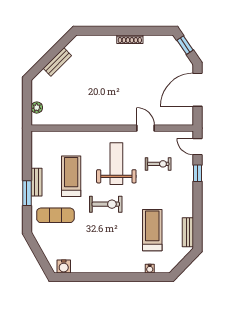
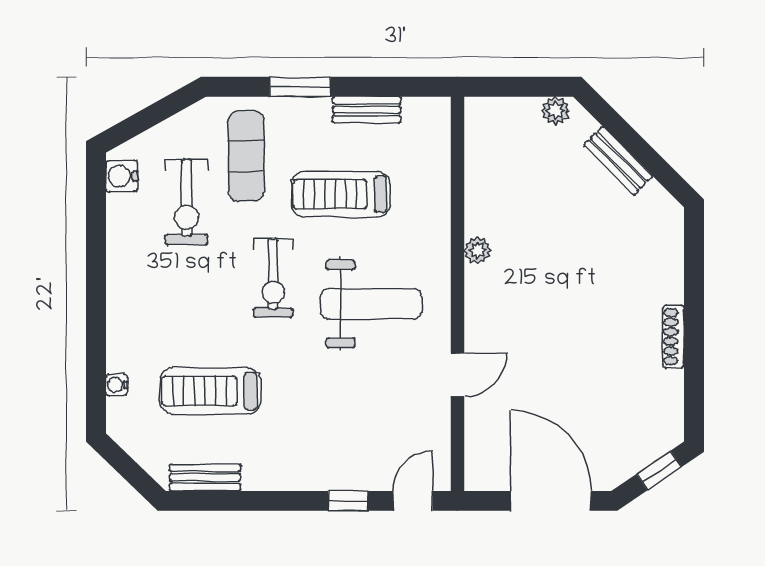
plant: (37, 108) -> (556, 111), moved
plant: (94, 120) -> (478, 250), added
exercise bike: (158, 164) -> (187, 202), moved, width x1.38, depth x1.39
treadmill: (71, 176) -> (341, 194), turned 180
bench: (36, 182) -> (367, 110), moved
treadmill: (152, 230) -> (210, 391), turned 180

